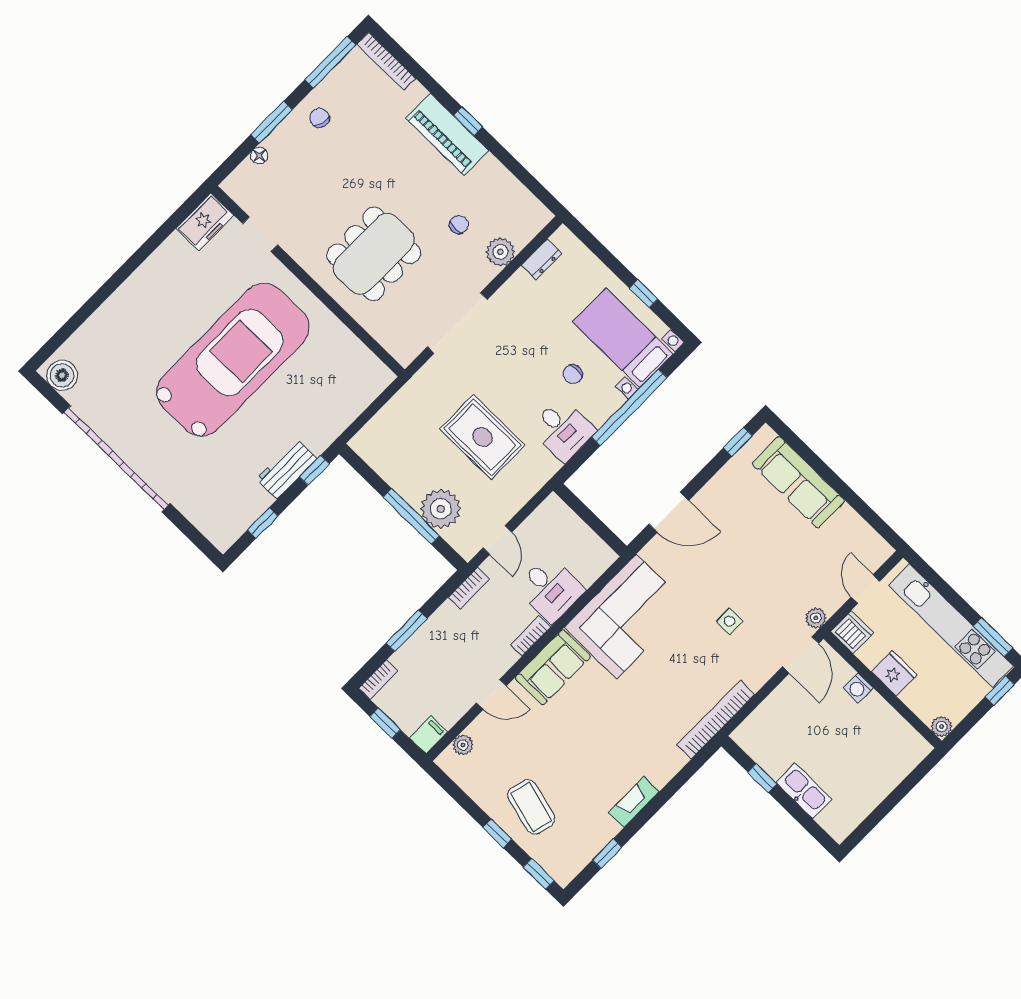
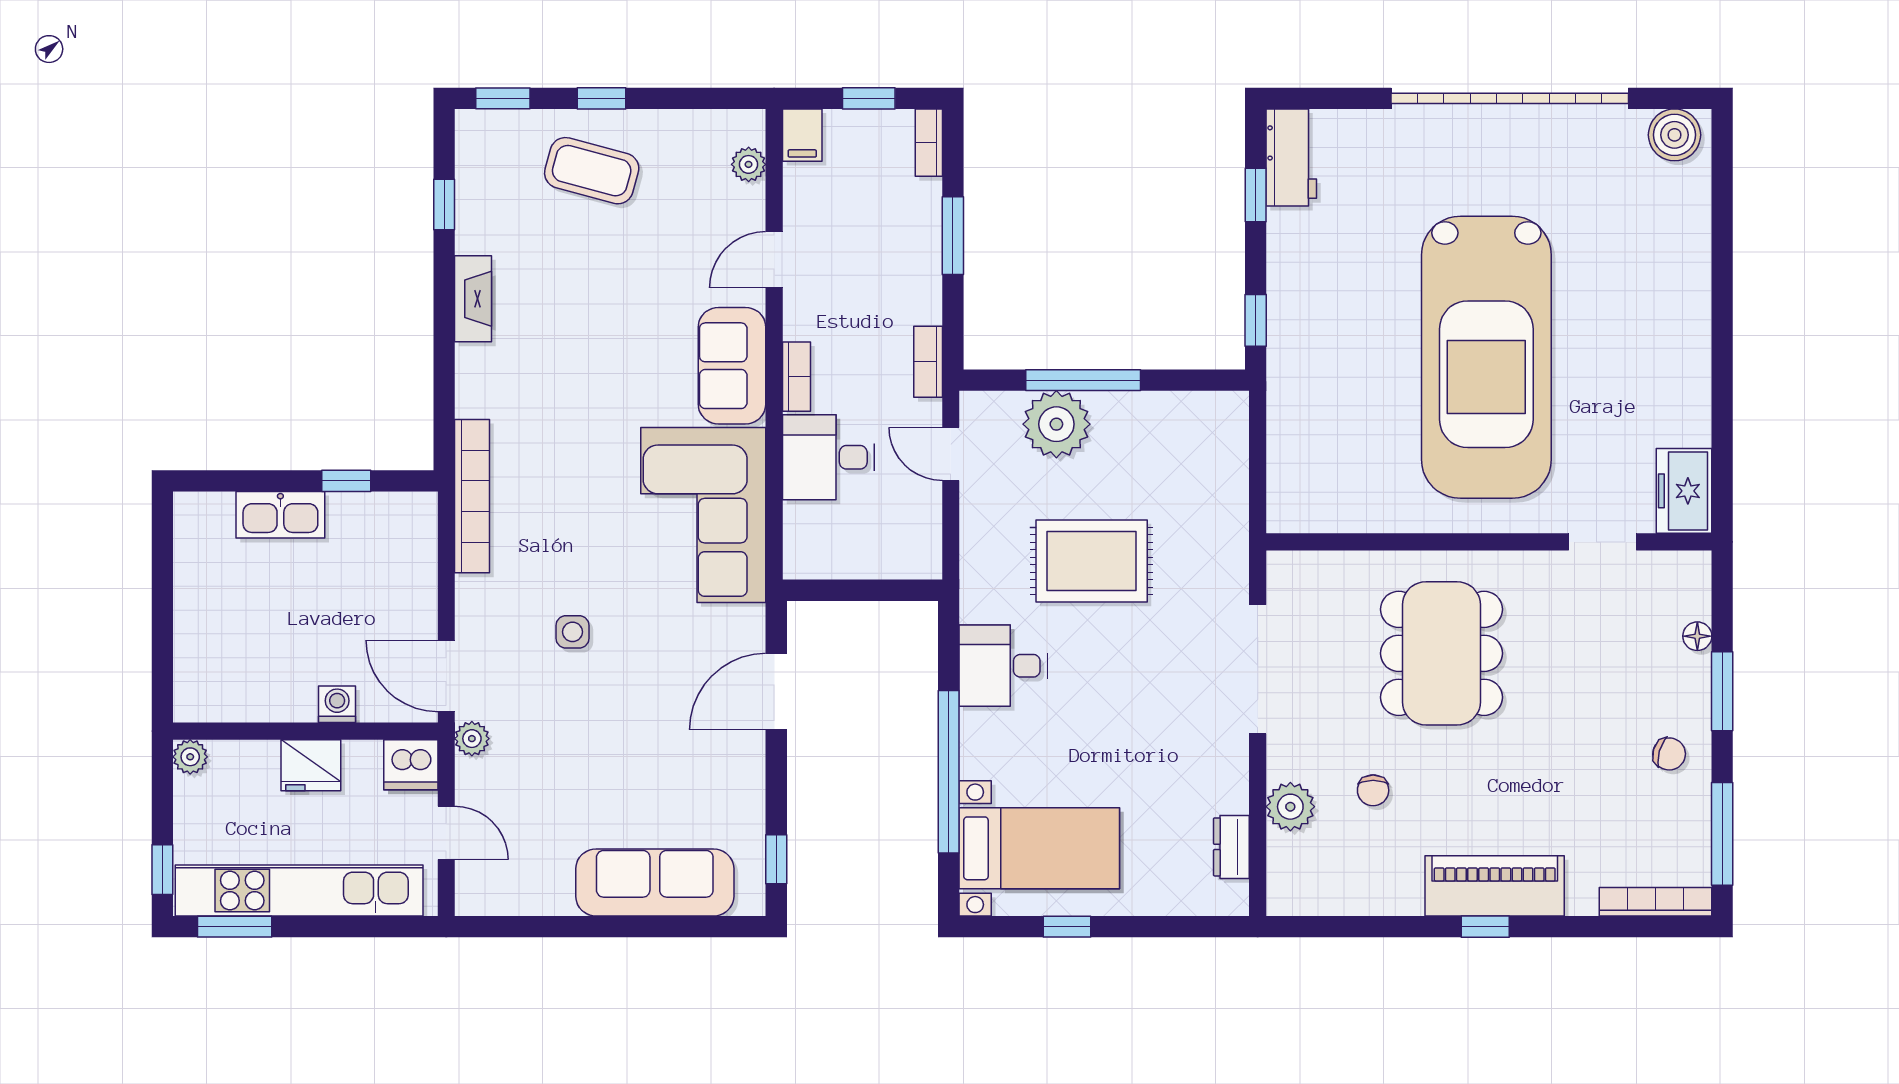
chair: (573, 374) -> (1057, 745), removed
workbench: (287, 469) -> (1291, 158), moved

